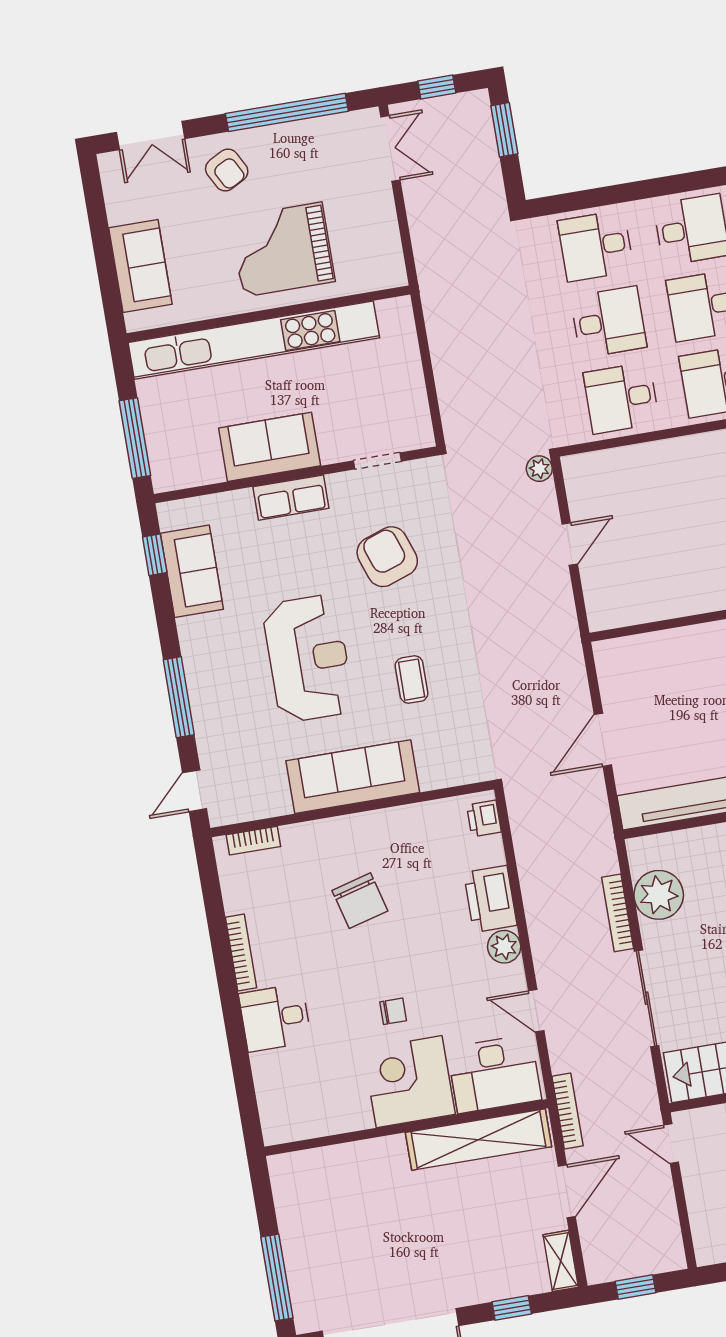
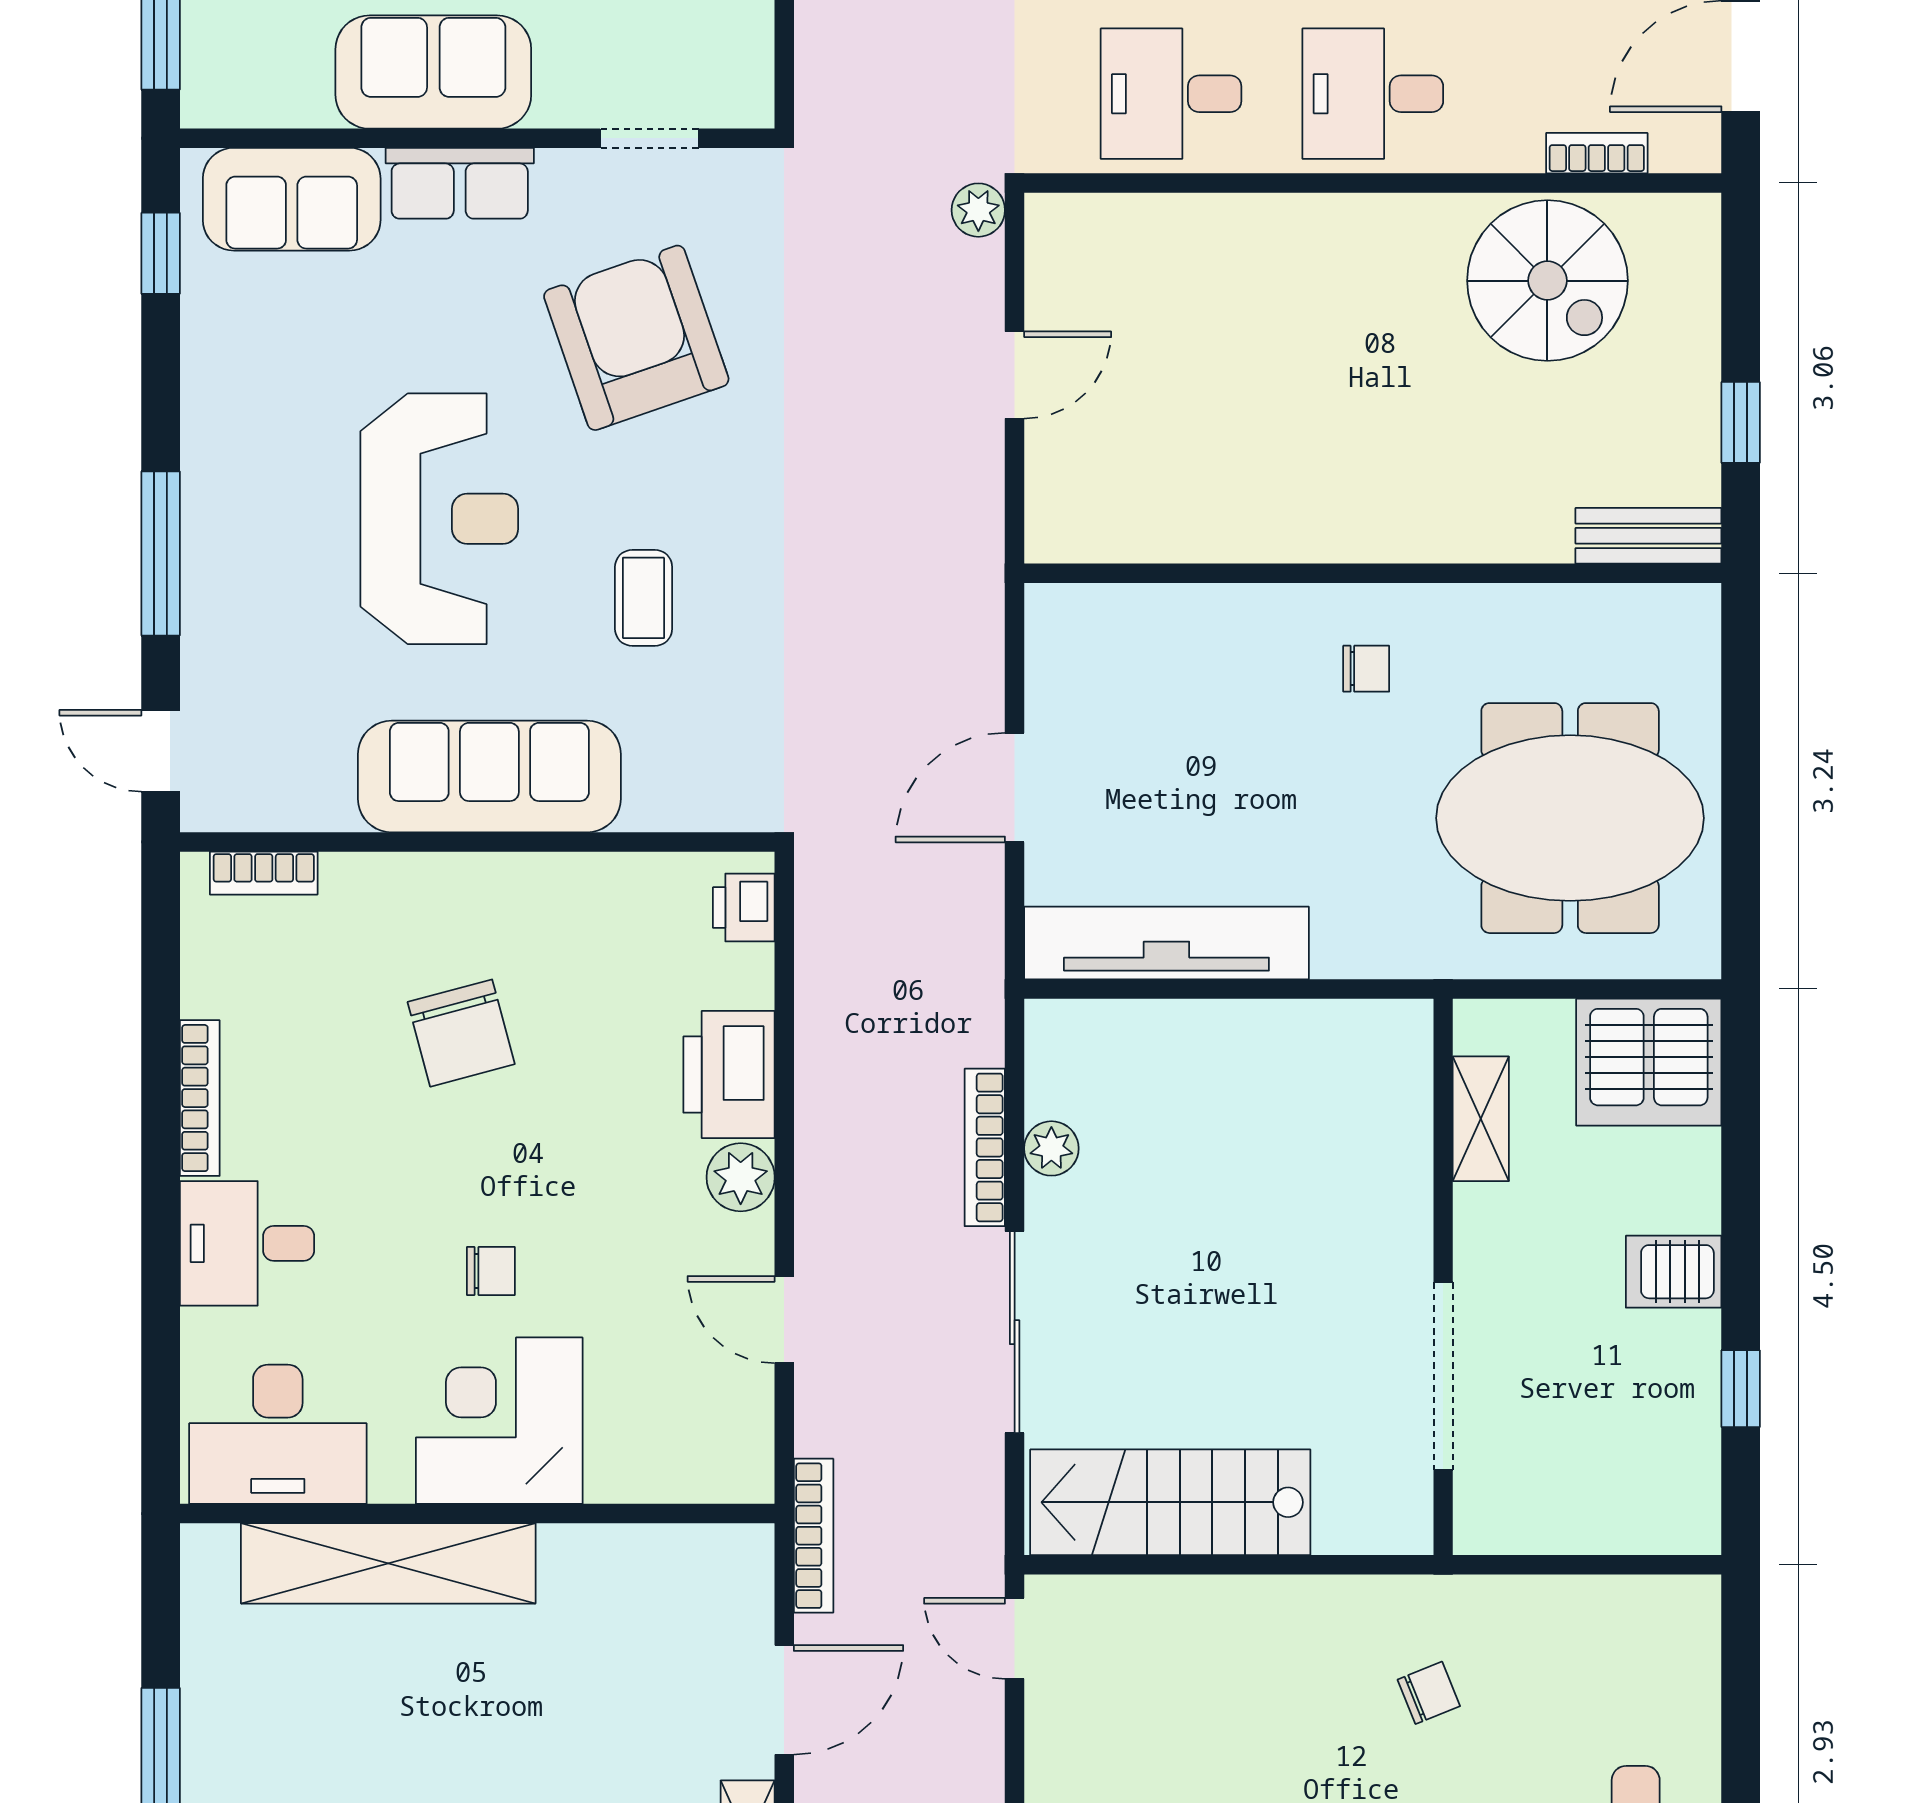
armchair: (387, 557) -> (636, 338), width x1.36, depth x1.36
sofa: (192, 571) -> (292, 199), moved, turned 90
door: (195, 791) -> (161, 751), hinge flipped
plant: (659, 895) -> (1051, 1148), width x0.53, depth x0.53
desk: (494, 1074) -> (278, 1434), moved
shelving: (479, 1140) -> (388, 1563), moved

